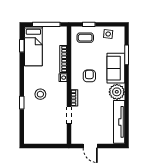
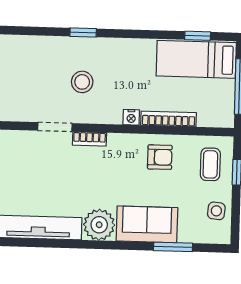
armchair: (89, 76) -> (160, 157), moved
stool: (40, 94) -> (82, 82), moved

